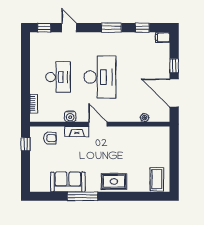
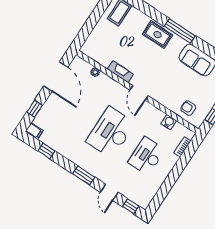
window: (111, 28) -> (84, 175), moved
window: (174, 66) -> (35, 109), moved
water cooler: (70, 116) -> (169, 122), moved
fireplace: (77, 131) -> (120, 72), moved
window: (83, 196) -> (180, 31), moved

